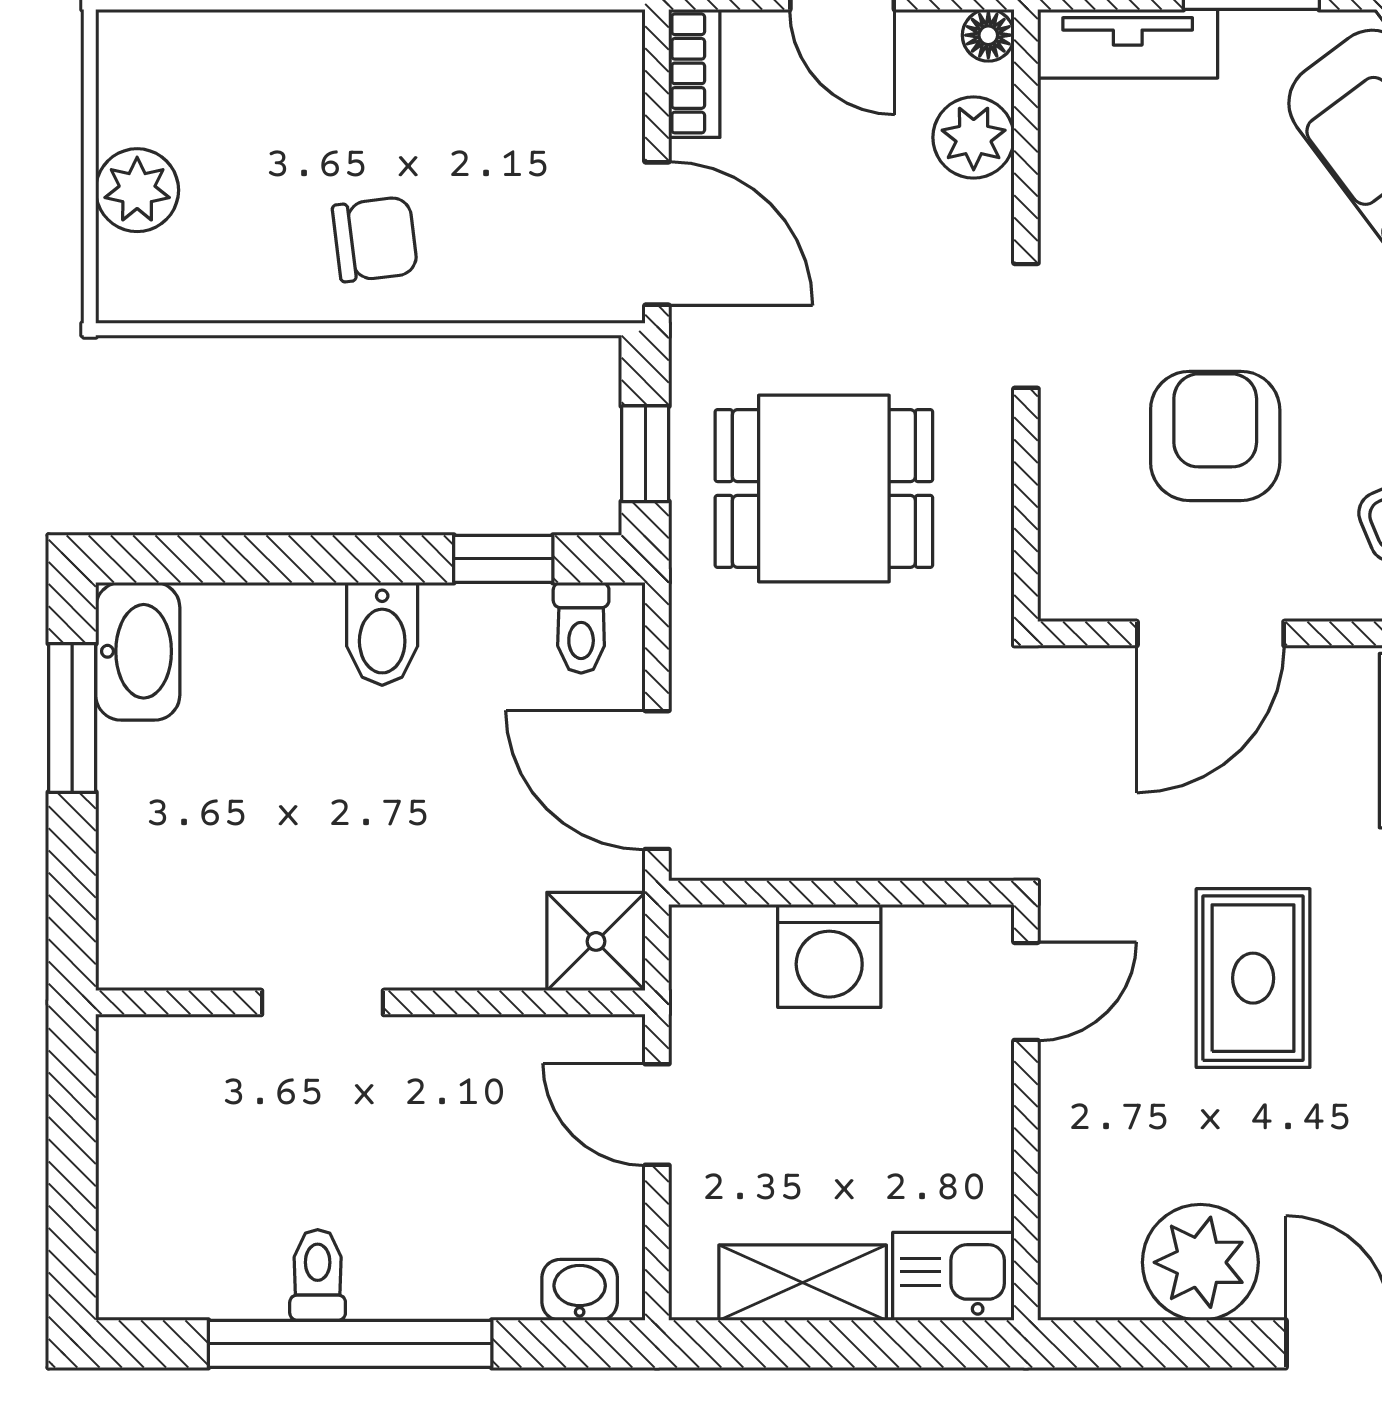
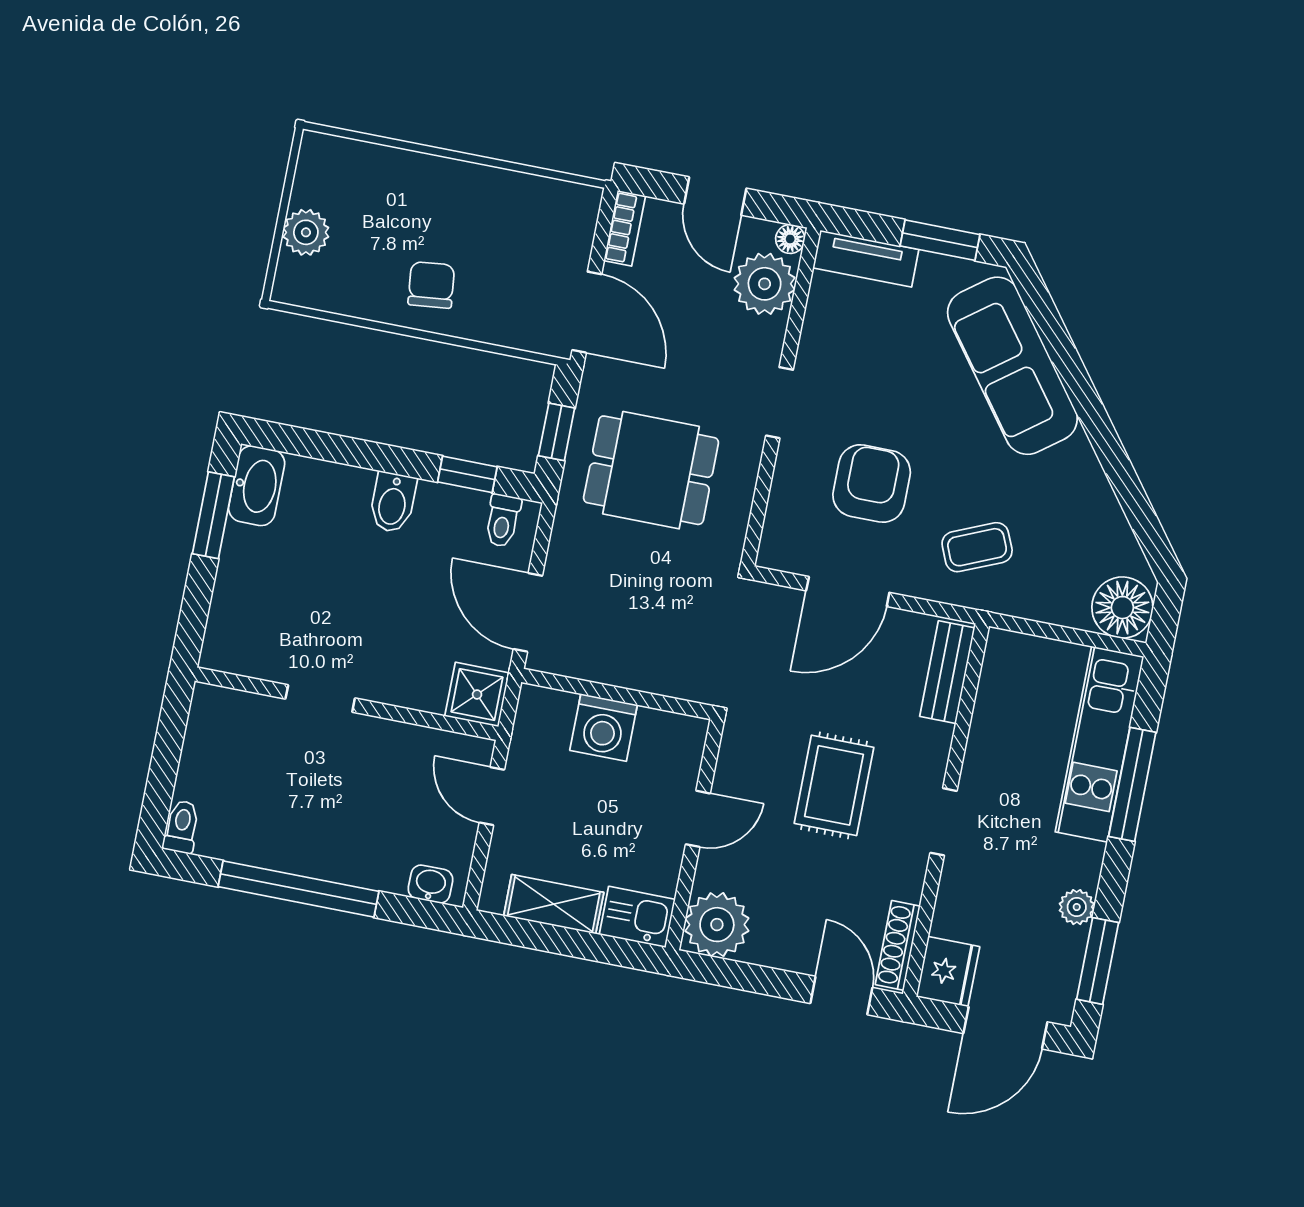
plant: (974, 137) -> (765, 284), width x1.36, depth x1.36
chair: (375, 239) -> (431, 285), turned -89
door: (1026, 991) -> (698, 819), moved
plant: (1200, 1262) -> (717, 925), moved
toilet: (318, 1275) -> (182, 827), moved

